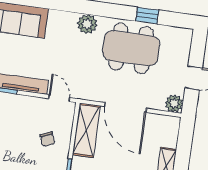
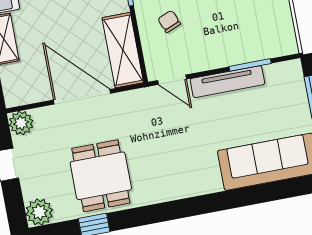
plant: (87, 24) -> (39, 212), moved
dining table: (131, 48) -> (101, 176), width x0.73

